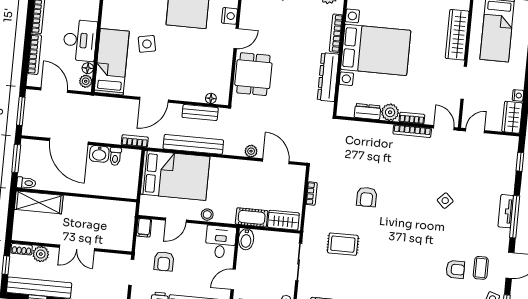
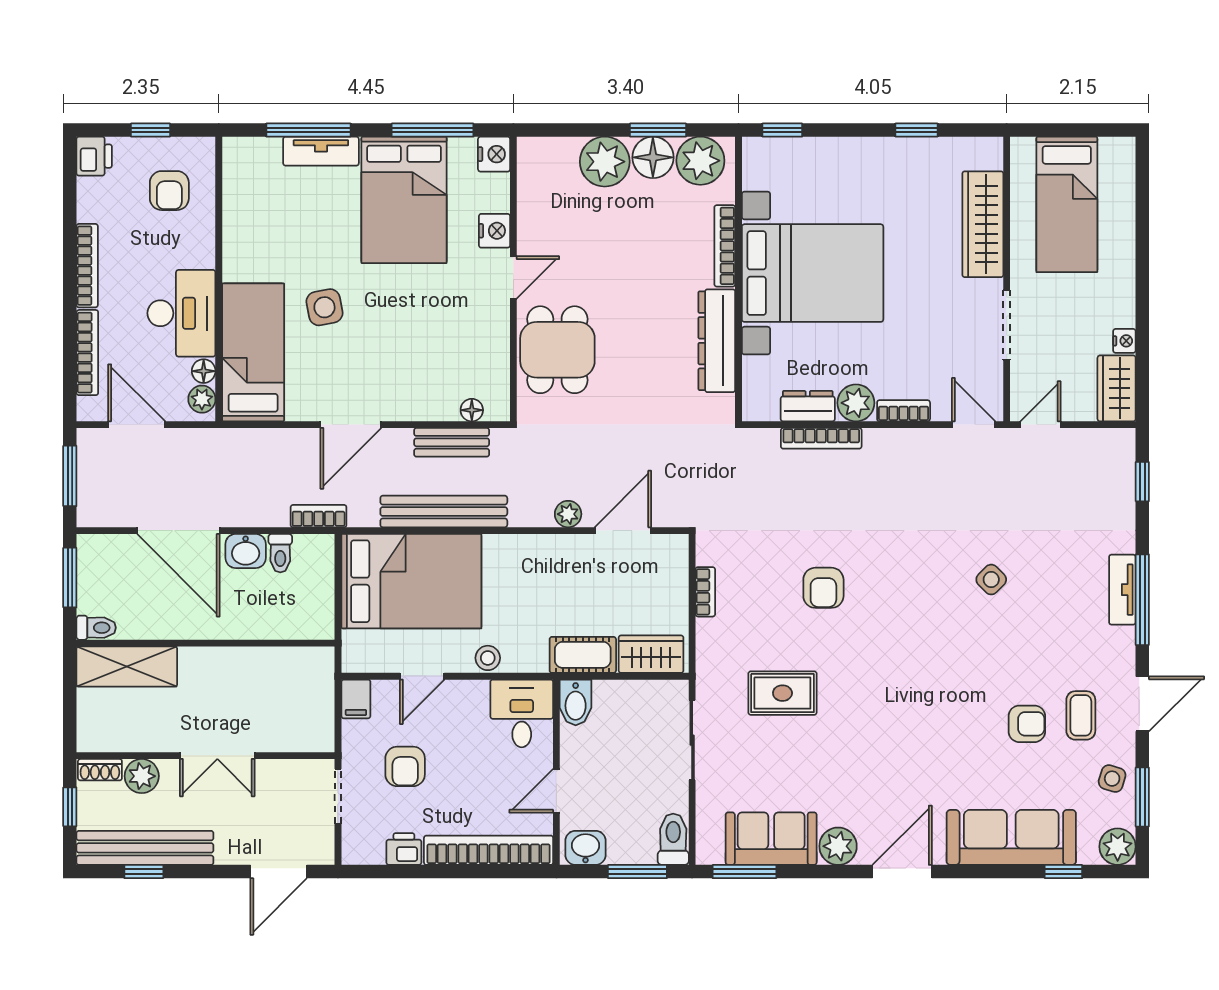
bookcase: (412, 131) -> (821, 438), moved
door: (276, 161) -> (623, 531), hinge flipped

